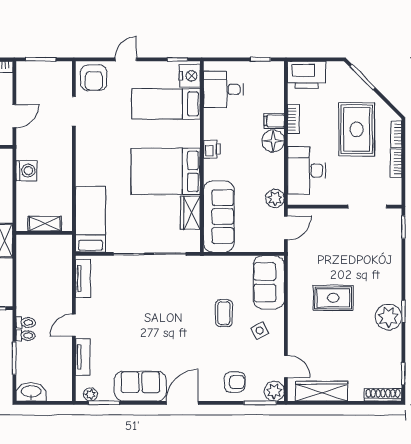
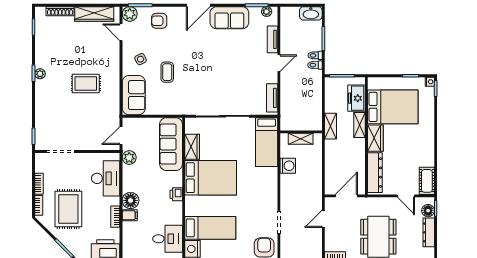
washing machine: (26, 171) -> (288, 166), moved, turned 180
plant: (389, 317) -> (40, 74), width x0.53, depth x0.53
shoe rack: (383, 395) -> (60, 11), moved

